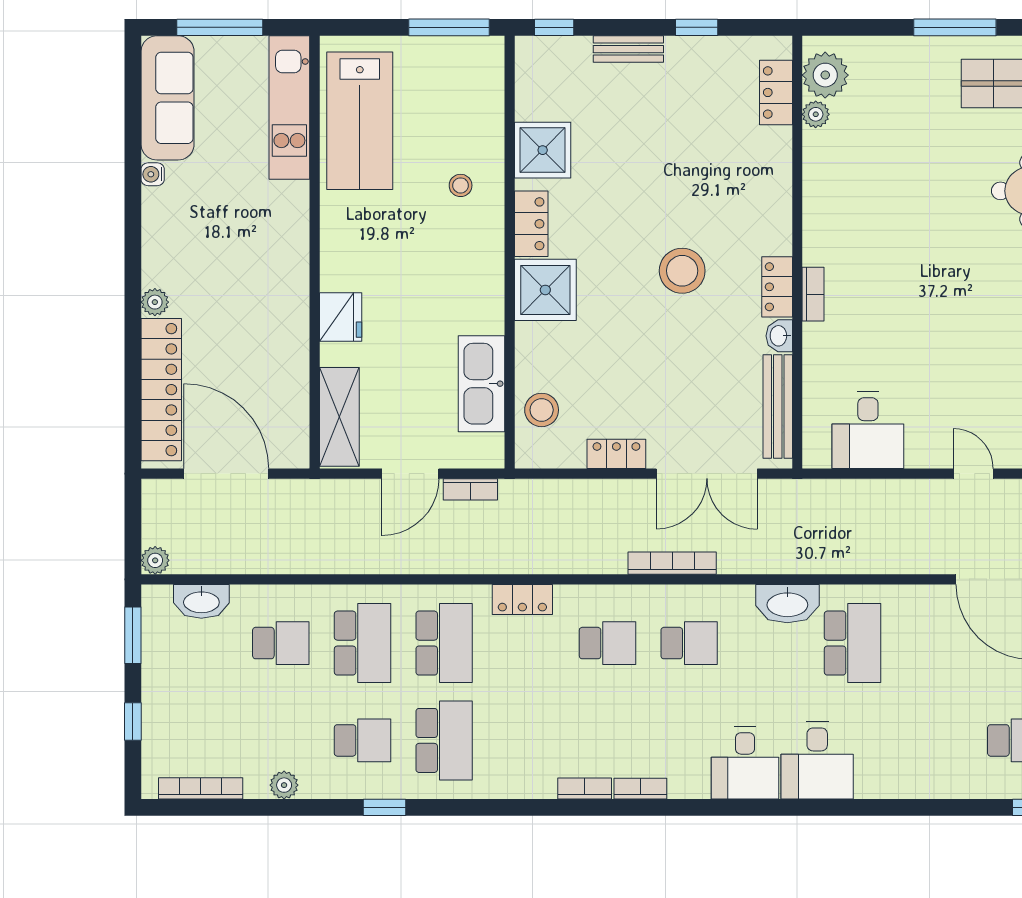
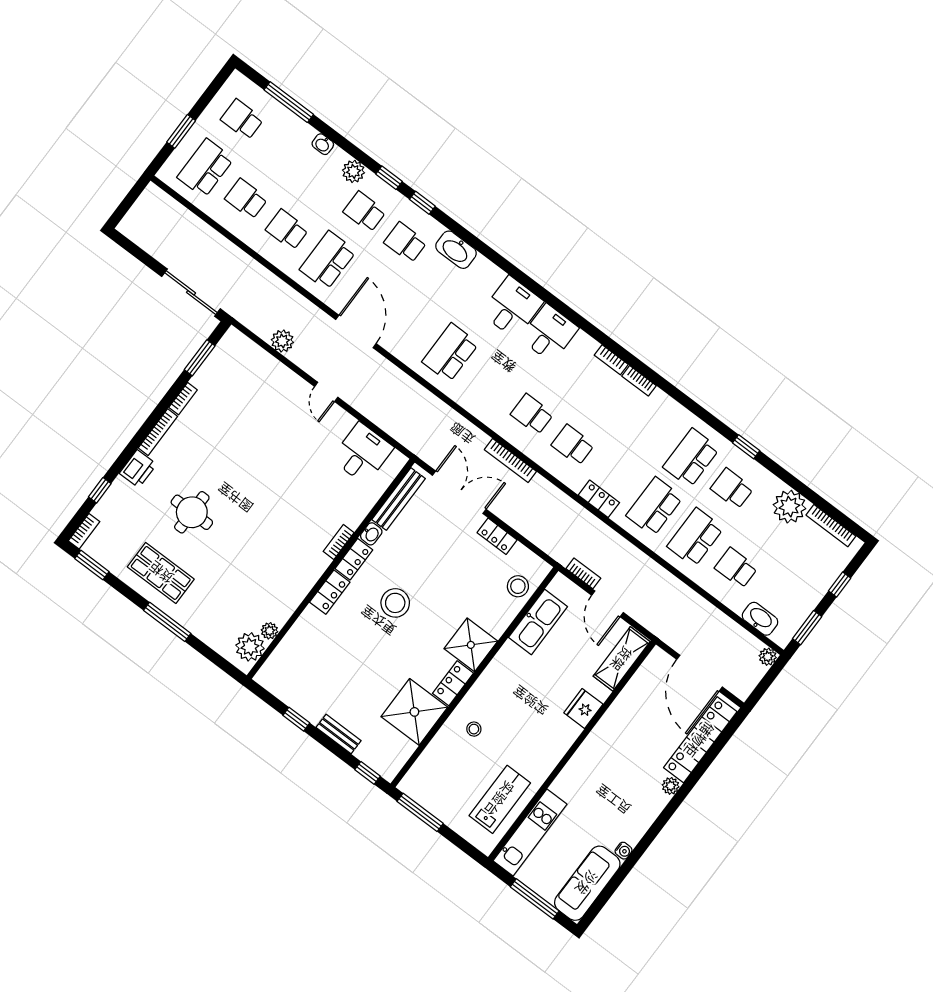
locker: (776, 92) -> (330, 592), moved
lab bench: (360, 121) -> (500, 799), width x0.73, depth x0.72
shower: (543, 150) -> (414, 712), width x1.37, depth x1.37
door: (410, 474) -> (607, 604), swing flipped
washbasin: (787, 604) -> (456, 250), moved, turned 180
plant: (284, 785) -> (789, 507), width x1.88, depth x1.88

